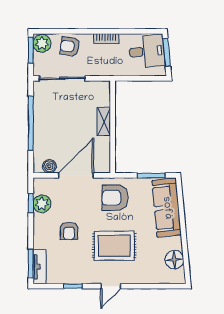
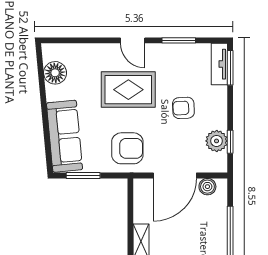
armchair: (69, 231) -> (183, 108), turned -93
window: (73, 286) -> (179, 40), width x1.50
door: (111, 286) -> (133, 40), swing flipped

